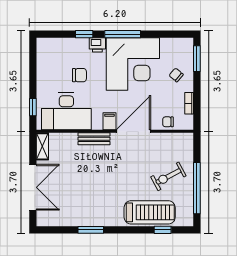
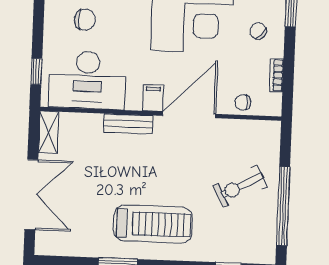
chair: (79, 75) -> (85, 20), moved
treadmill: (150, 212) -> (153, 224), moved

